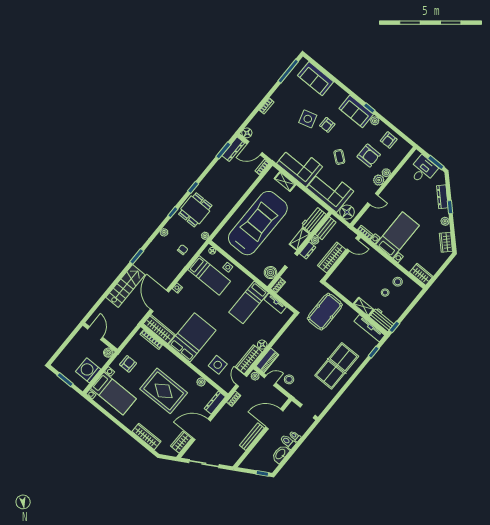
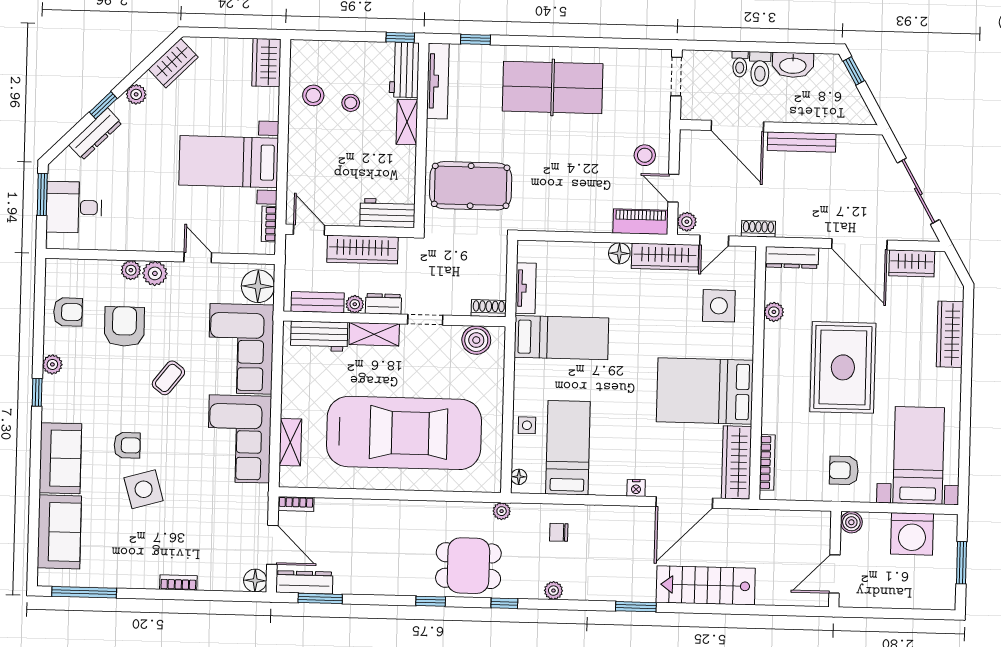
sofa: (356, 111) -> (60, 458), moved
car: (258, 223) -> (404, 433), turned 180
workbench: (338, 276) -> (387, 213), added

